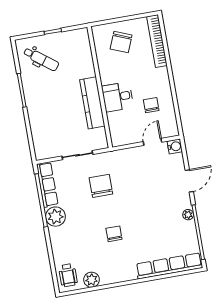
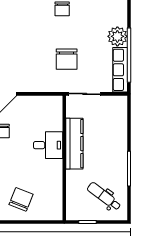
wall: (100, 87) -> (64, 158), moved
desk: (118, 97) -> (48, 145), moved
kitchen counter: (92, 103) -> (74, 144), moved

